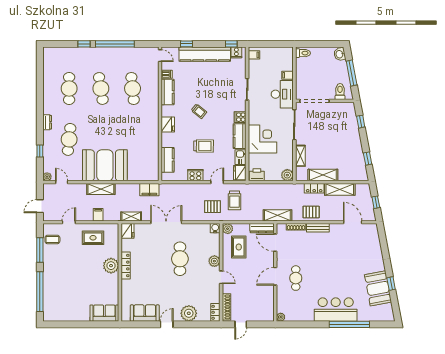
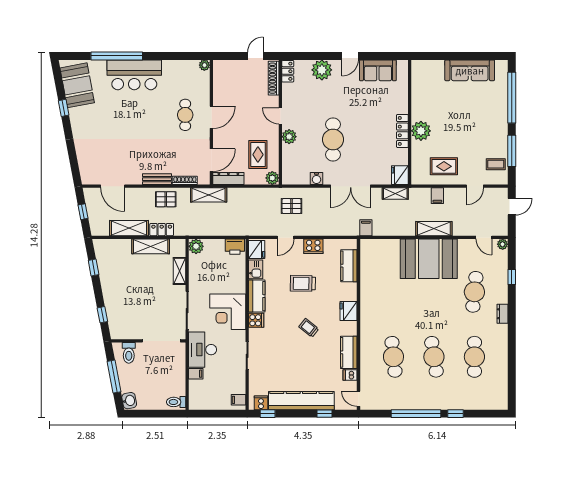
corner desk: (262, 139) -> (228, 312), moved
filing cabinet: (149, 190) -> (366, 228), width x0.50
trolley: (234, 200) -> (263, 214), removed
water cooler: (215, 228) -> (316, 179), moved
door: (275, 243) -> (211, 160), hinge flipped
booth: (378, 288) -> (77, 85), moved
sofa: (104, 313) -> (470, 70), moved, width x1.36

